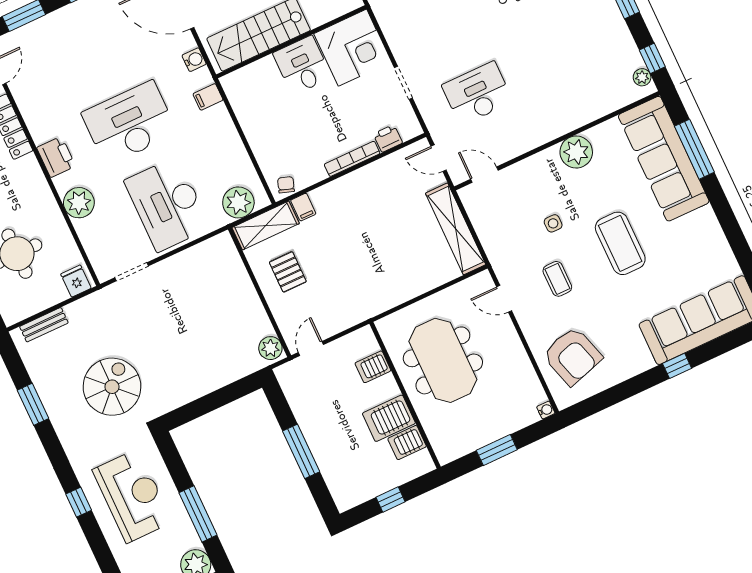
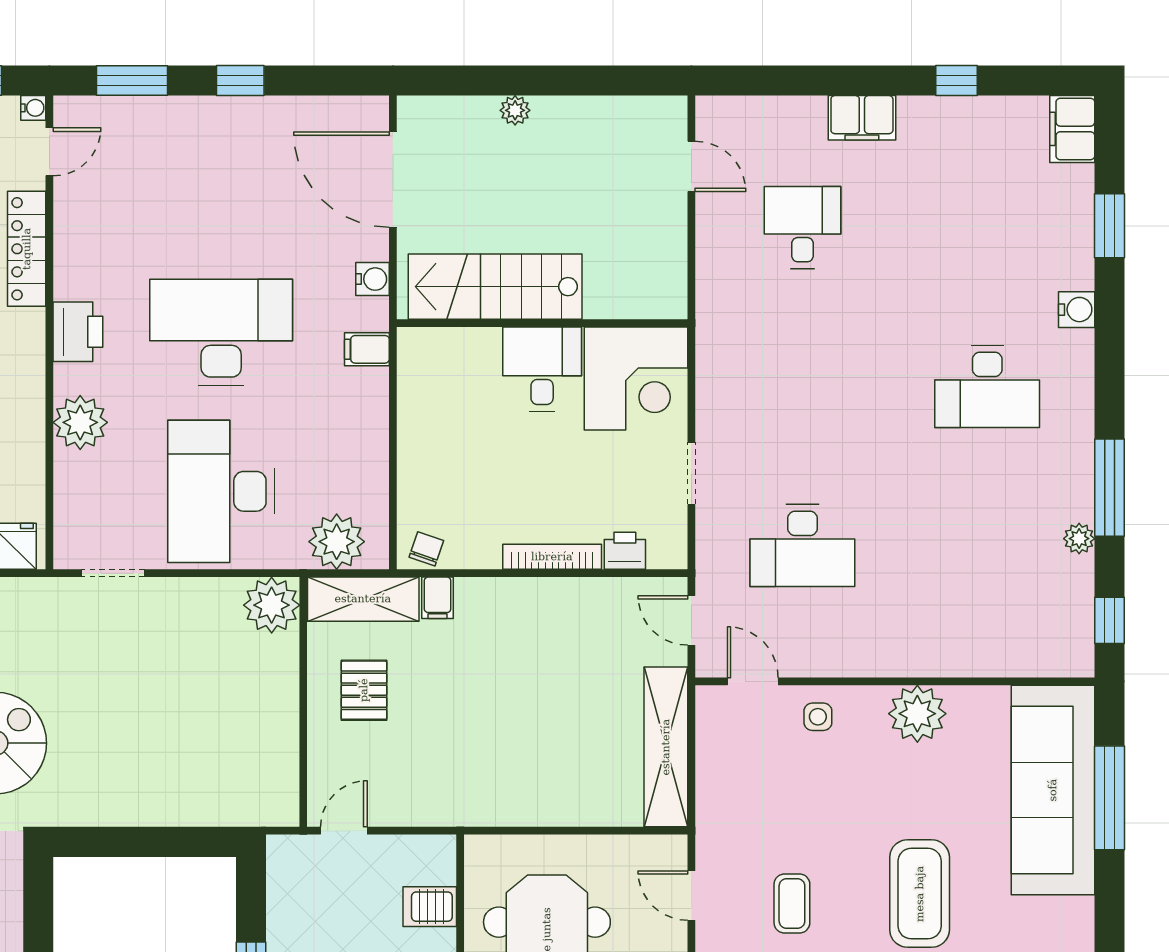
plant: (642, 77) -> (1079, 539), moved
desk: (477, 93) -> (802, 546), turned 180
side table: (553, 223) -> (818, 717), moved
plant: (270, 348) -> (272, 605), moved, width x1.36, depth x1.36

